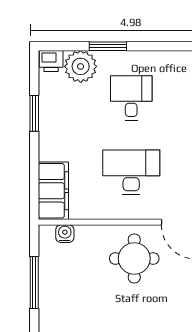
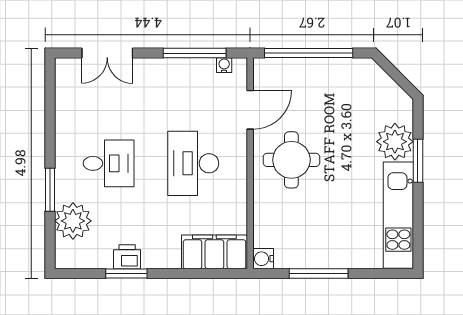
printer: (51, 61) -> (127, 257), moved, turned -90
desk: (131, 98) -> (109, 163), turned 180
water cooler: (65, 234) -> (263, 259), moved

